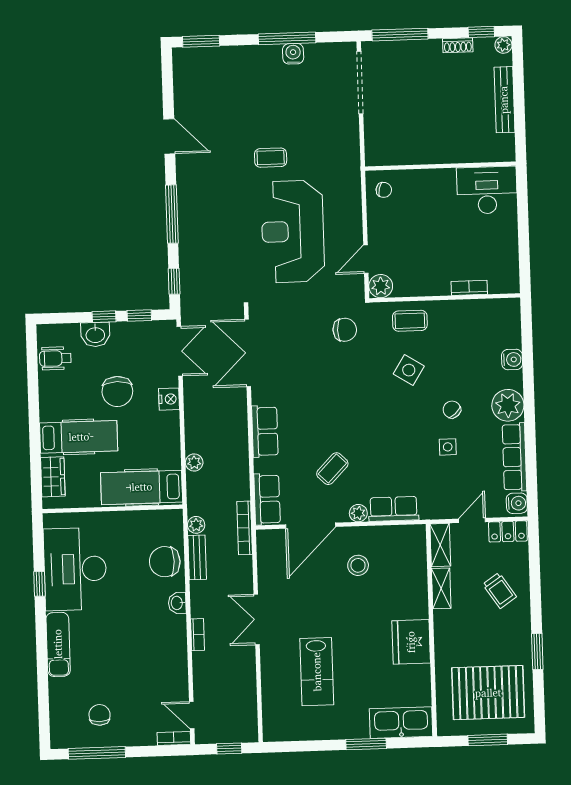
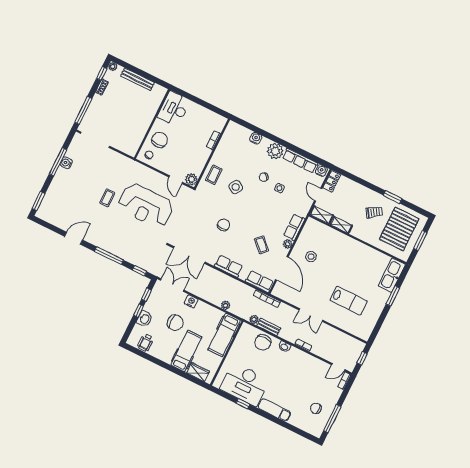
chair: (420, 194) -> (160, 140), added
chair: (345, 330) -> (224, 225), moved
trolley: (500, 591) -> (374, 212), moved
fridge: (411, 642) -> (358, 251), removed

